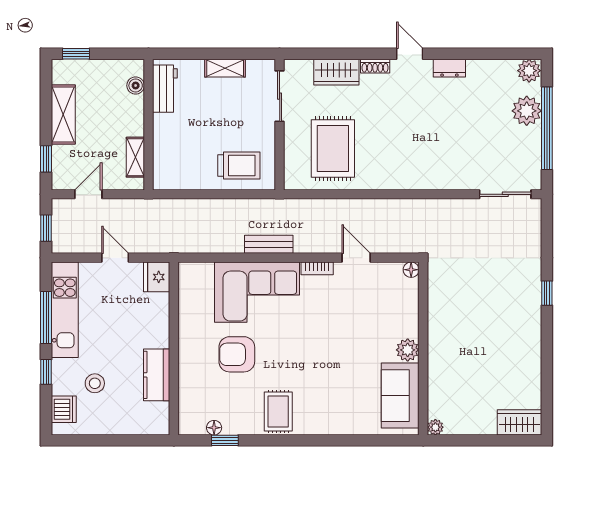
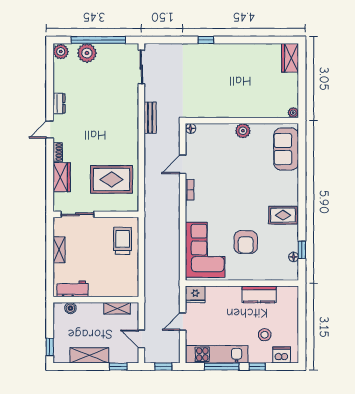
bench: (269, 244) -> (150, 118), moved
corner sofa: (257, 292) -> (205, 250), moved
sofa: (400, 396) -> (286, 149), moved, turned 90

